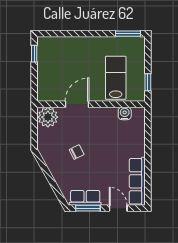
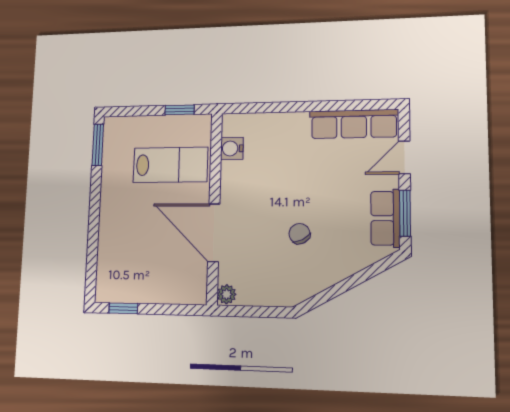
lab bench: (116, 78) -> (170, 165), turned 180
door: (77, 104) -> (214, 233), width x1.36
plant: (48, 117) -> (227, 294), width x0.53, depth x0.53

